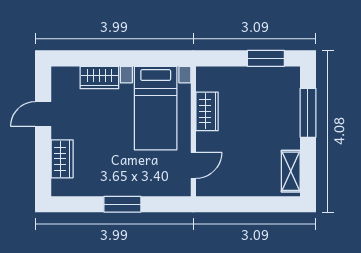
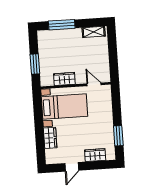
window: (266, 58) -> (35, 64), moved
door: (43, 114) -> (72, 167), hinge flipped
window: (122, 204) -> (118, 136), moved

